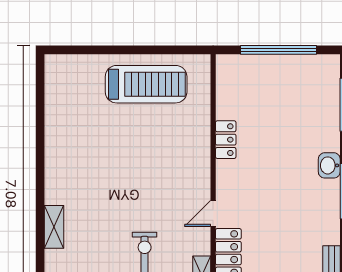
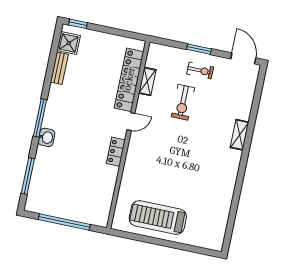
locker: (226, 140) -> (116, 152), moved

